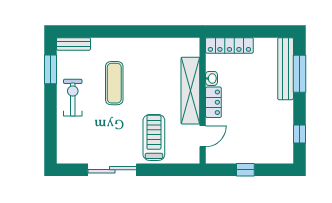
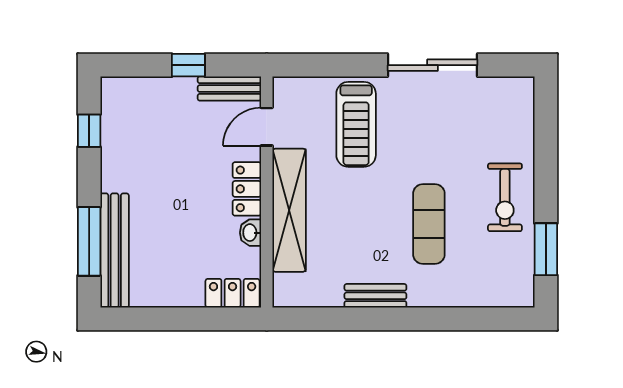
bench: (73, 44) -> (375, 296), moved
locker: (229, 45) -> (233, 293), width x0.66
bench: (223, 157) -> (229, 89), added

